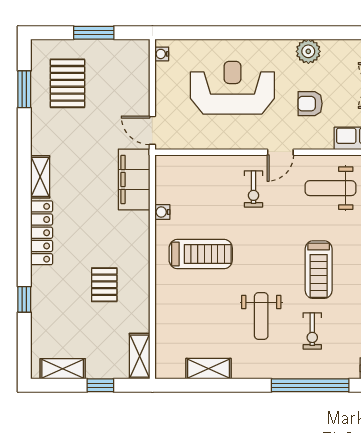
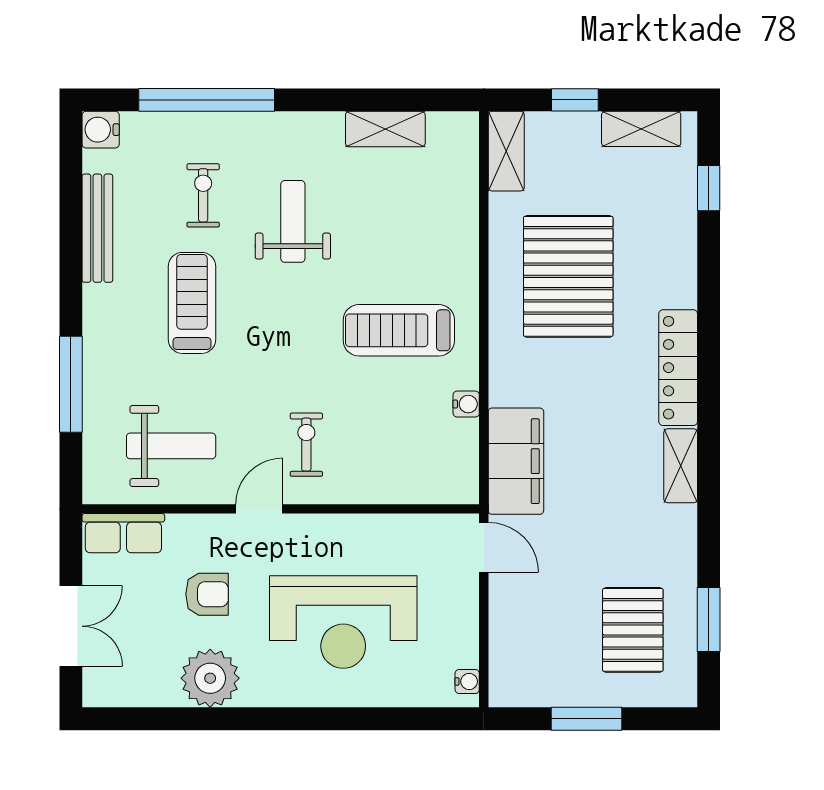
plant: (308, 51) -> (210, 678), width x1.36, depth x1.36
pallet: (104, 285) -> (568, 276), width x2.05, depth x2.00
window: (24, 299) -> (709, 188), moved

